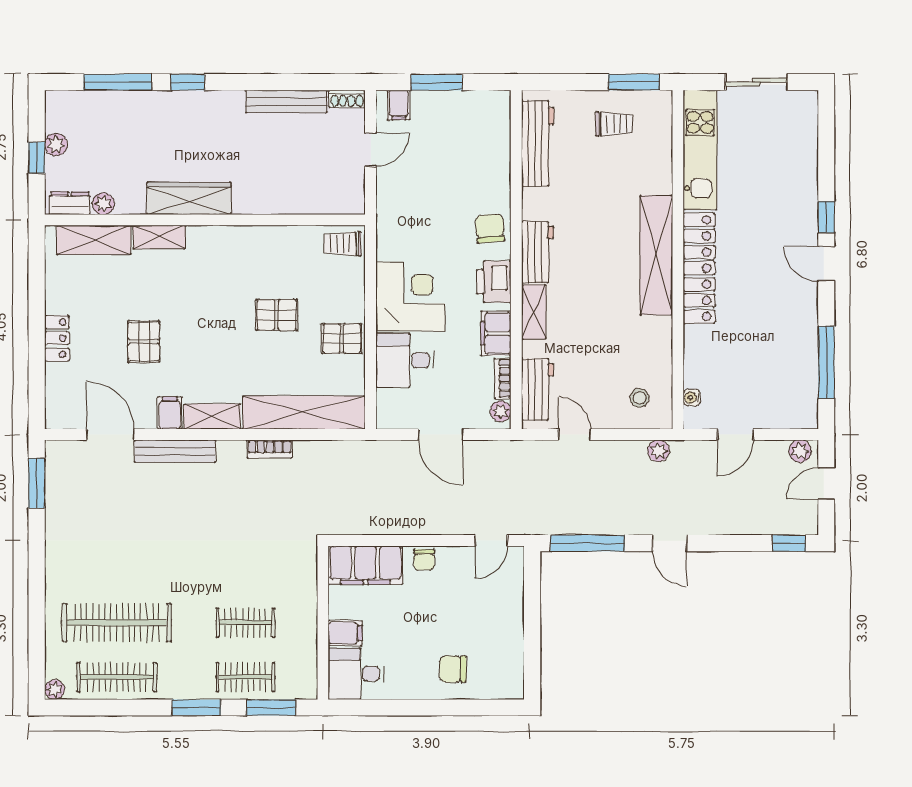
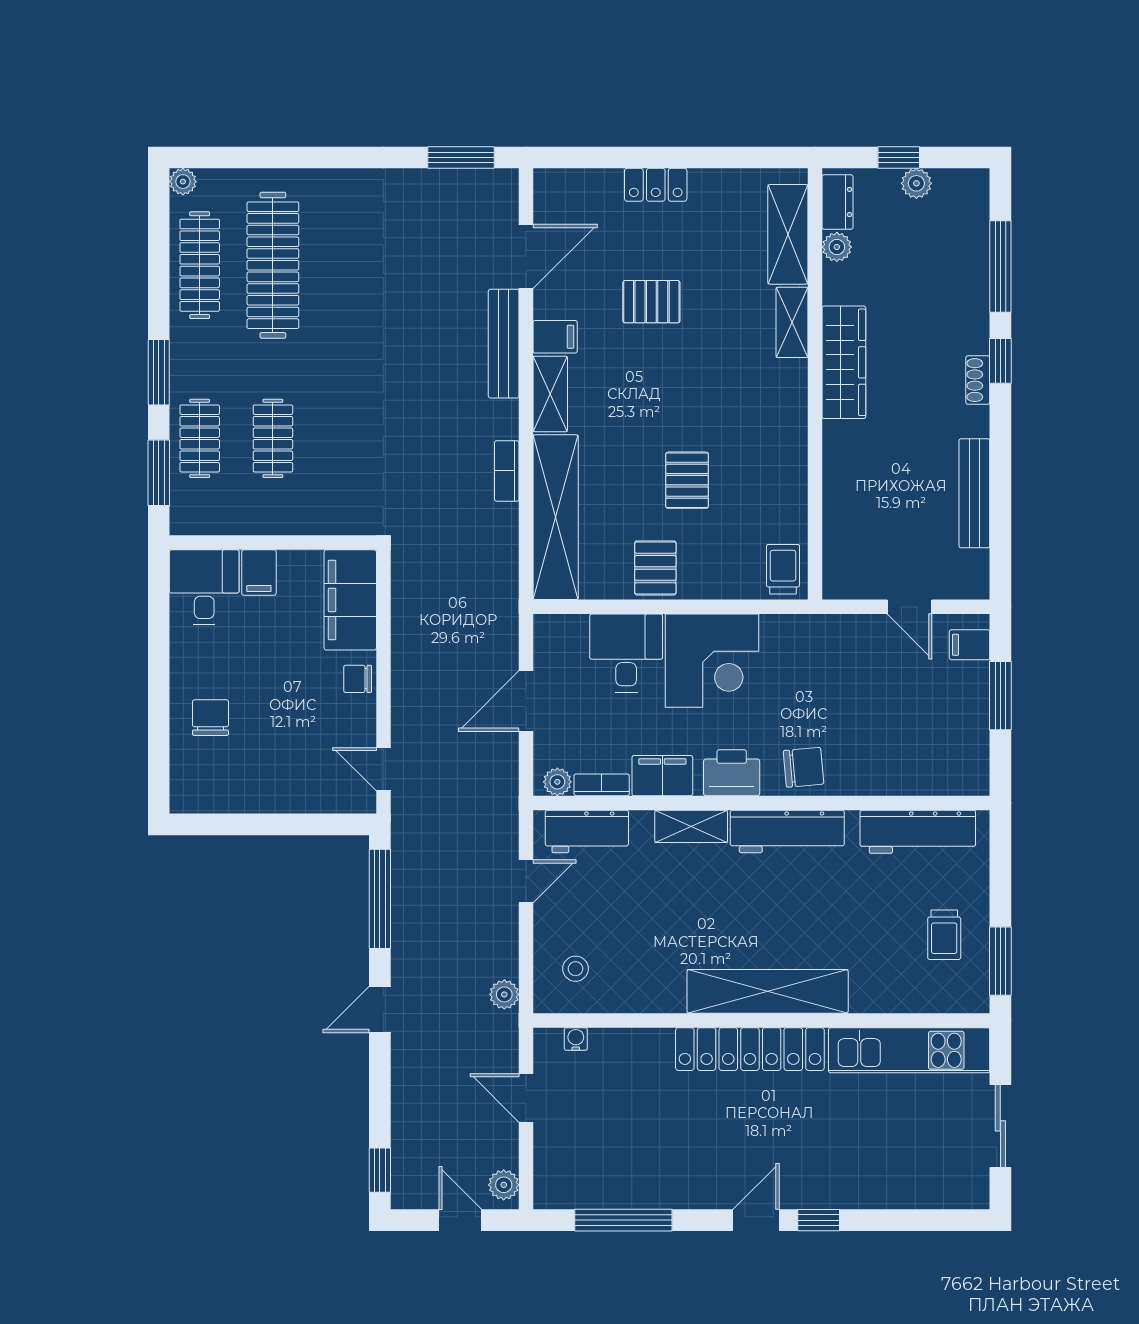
shoe rack: (347, 99) -> (978, 380), moved
workbench: (537, 252) -> (787, 831), width x1.38

